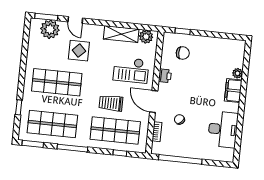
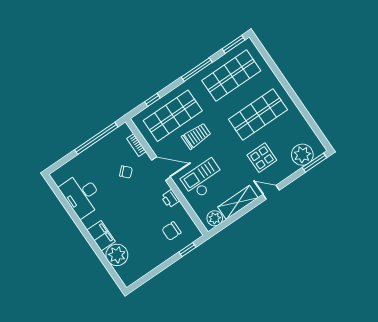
door: (75, 20) -> (271, 192), moved
plant: (238, 73) -> (117, 255), width x1.87, depth x1.87
window: (19, 107) -> (272, 65), removed

